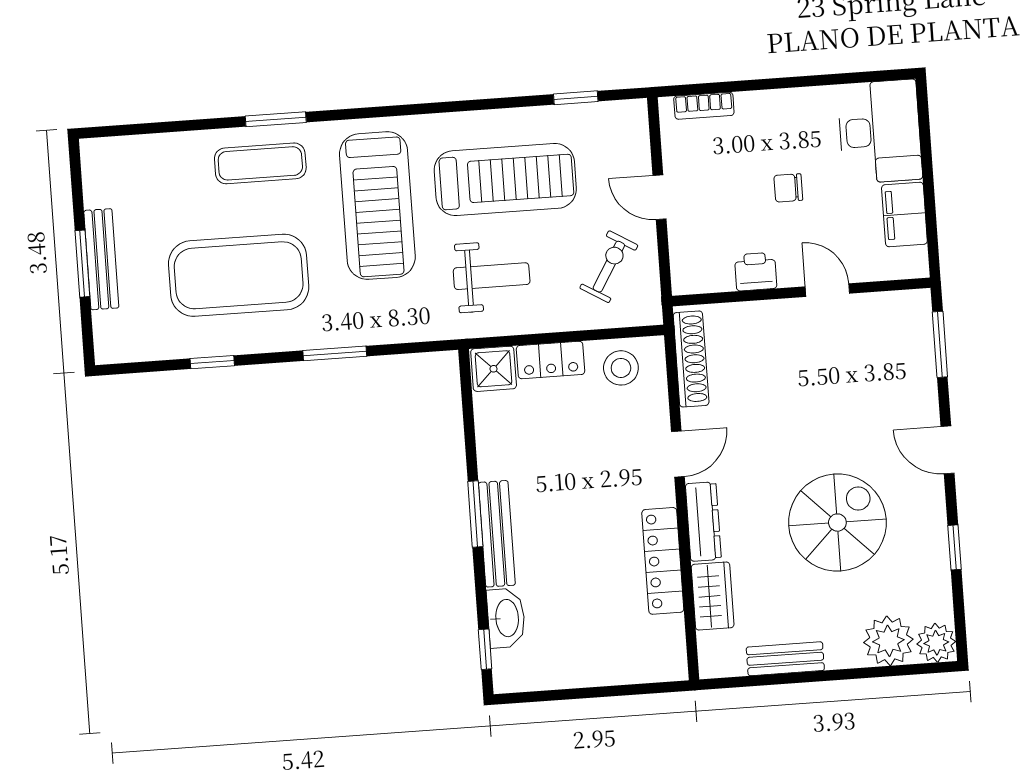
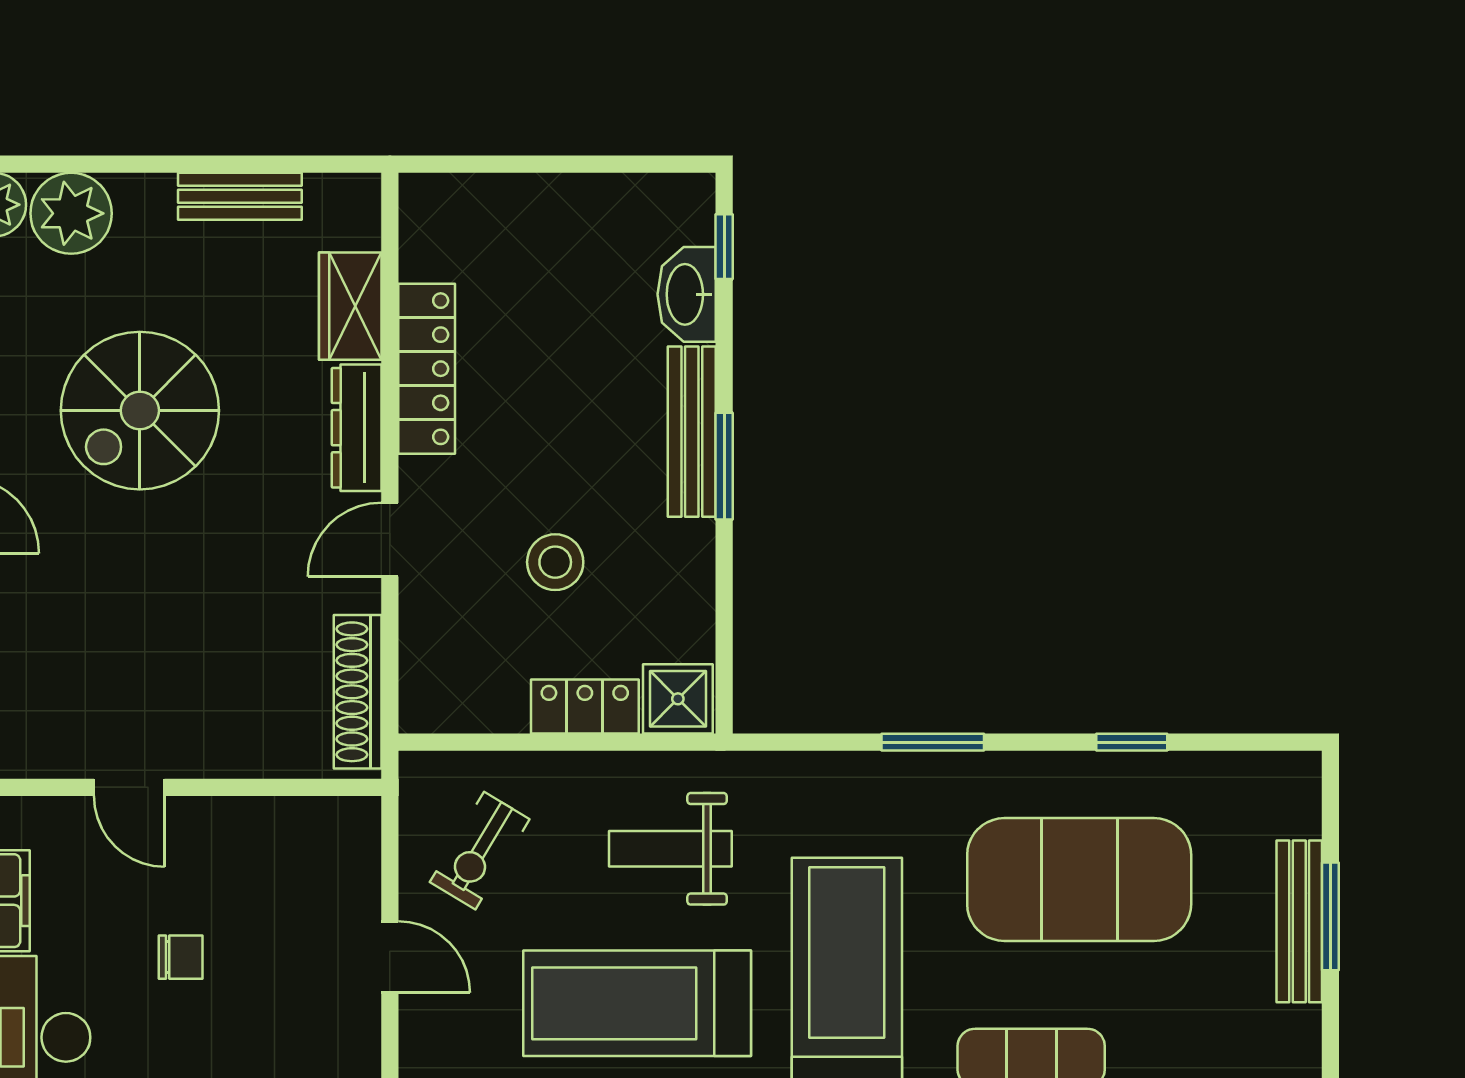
printer: (756, 272) -> (243, 826), removed
stool: (621, 368) -> (555, 562), moved

